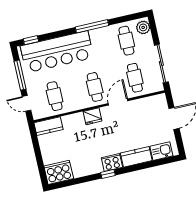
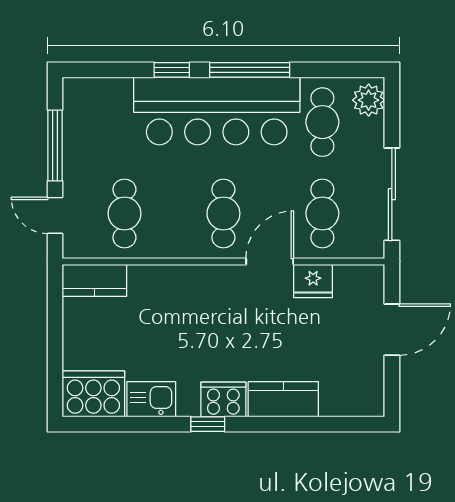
window: (31, 40) -> (172, 70), moved
bar counter: (57, 52) -> (217, 111), moved
fridge: (93, 116) -> (313, 281), moved
kitchen sink: (161, 151) -> (151, 399), moved

